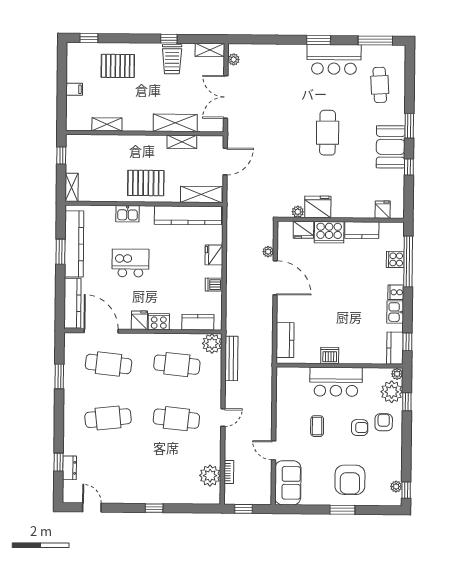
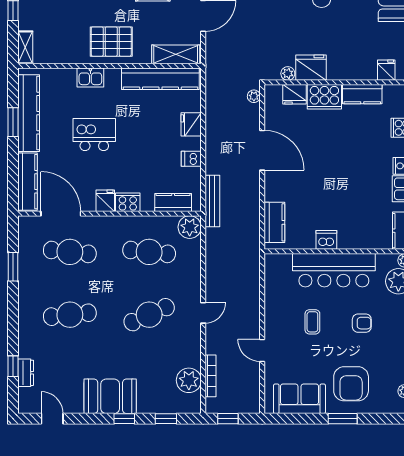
plant: (268, 252) -> (254, 96), moved
bench: (231, 358) -> (212, 201), moved
bar counter: (336, 382) -> (334, 270), width x1.36
cafe table: (176, 419) -> (149, 315), turned -30
armchair: (384, 422) -> (390, 317), removed
bookcase: (229, 472) -> (210, 376), width x1.56
sofa: (288, 483) -> (299, 399), moved, turned -90
booth: (142, 489) -> (110, 396), added
window: (190, 508) -> (166, 419), added

